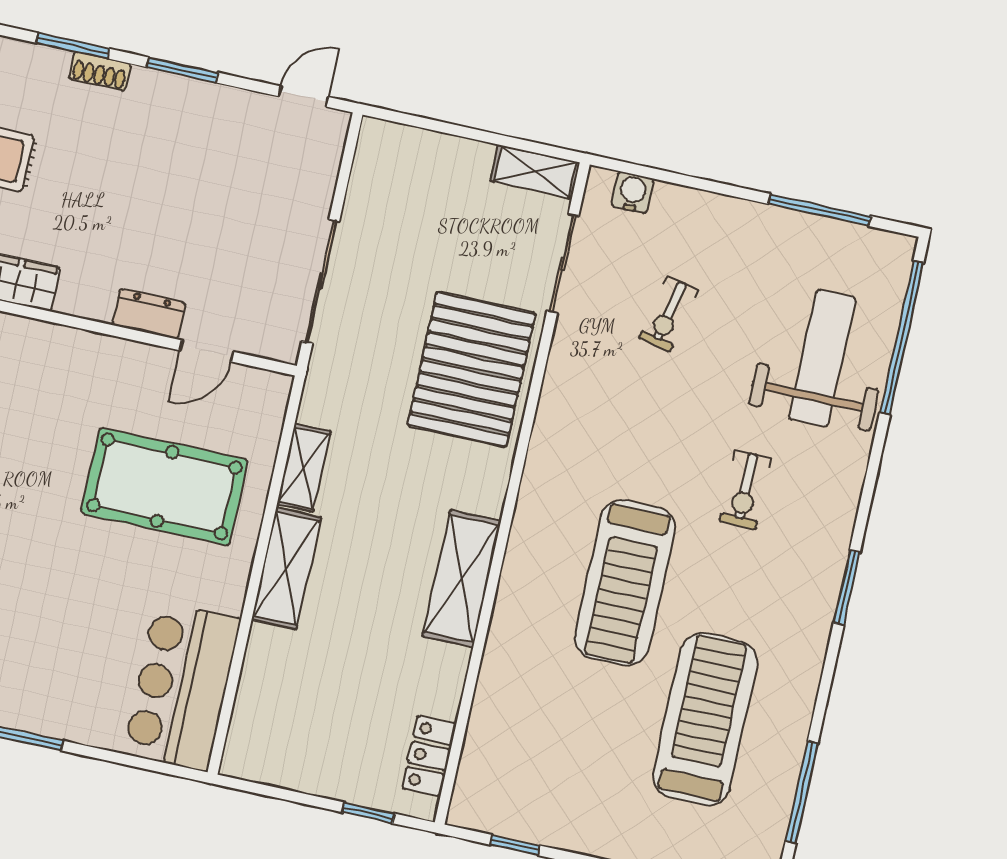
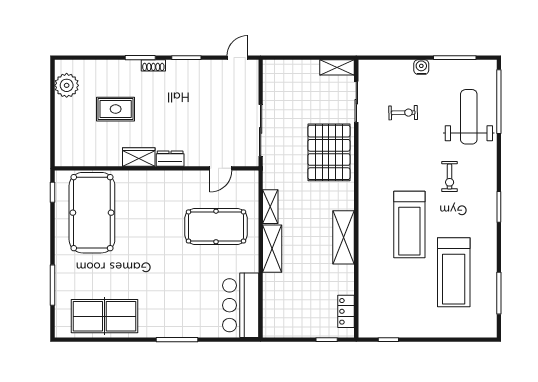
water cooler: (633, 192) -> (421, 67), moved
dresser: (149, 314) -> (170, 159), moved
exercise bike: (668, 314) -> (403, 113), turned -103
treadmill: (705, 719) -> (454, 272), turned 180

